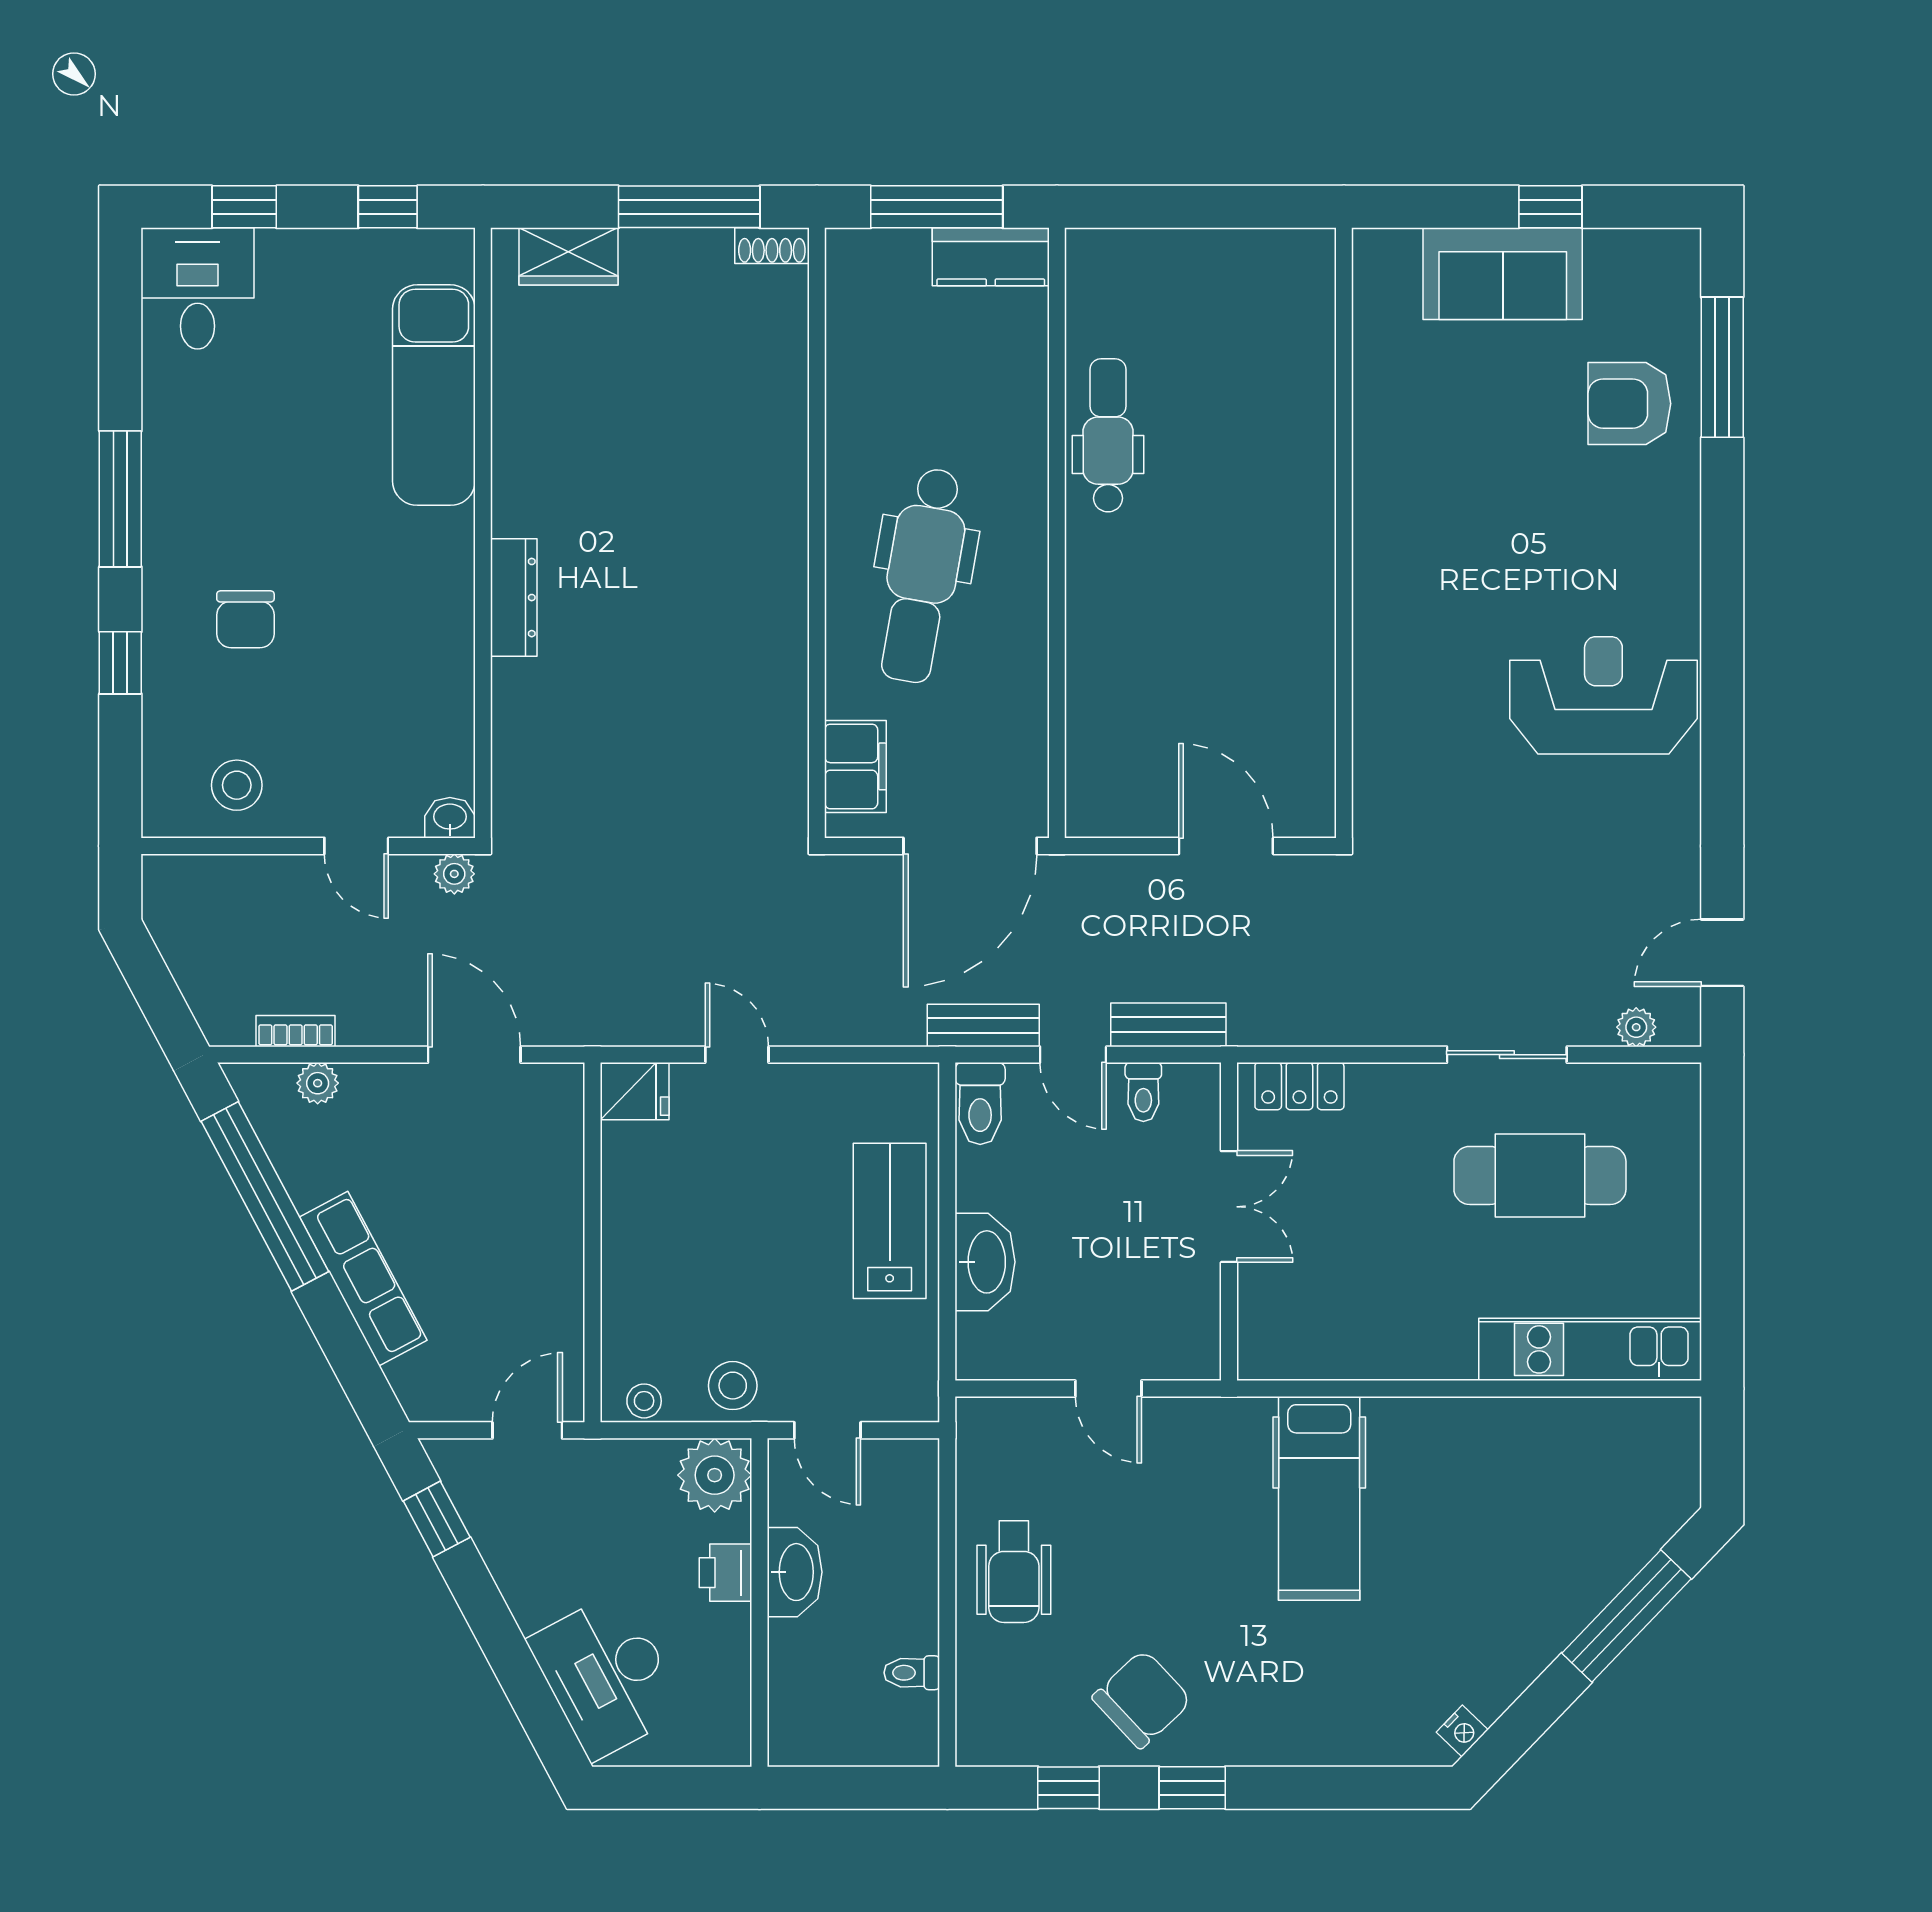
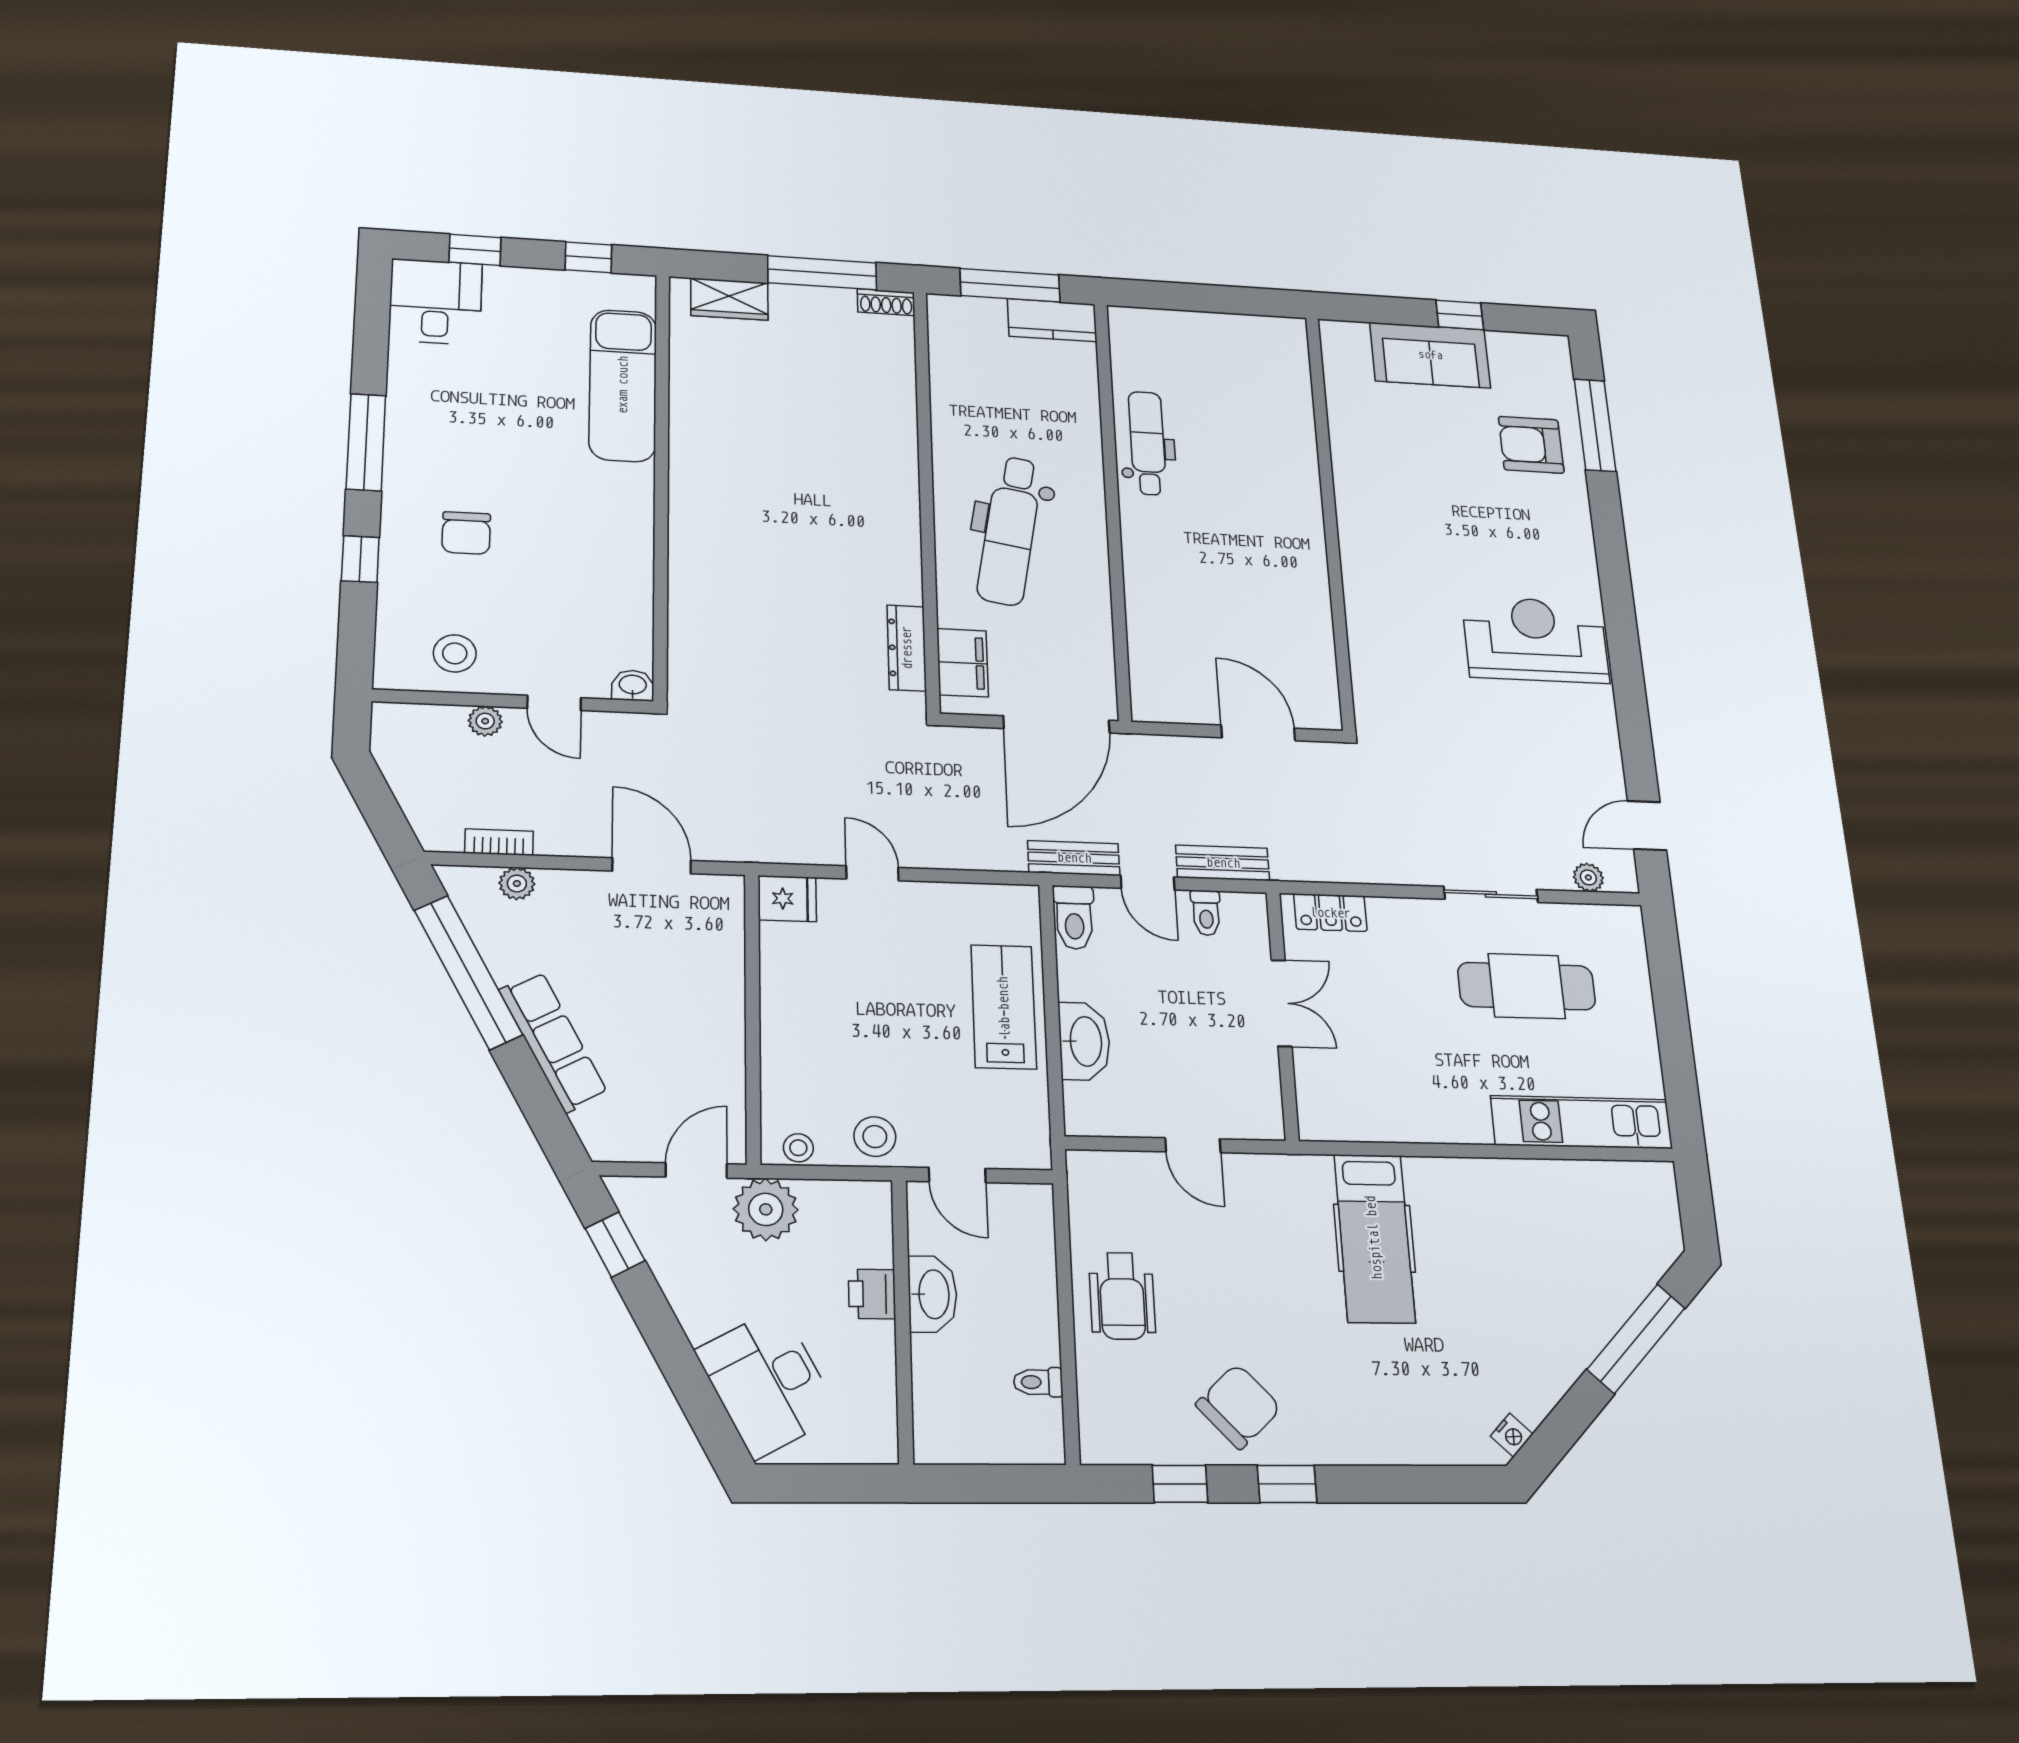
dresser: (514, 598) -> (907, 648), moved, turned 180
plant: (454, 874) -> (485, 721), moved
plant: (715, 1475) -> (766, 1209), moved

